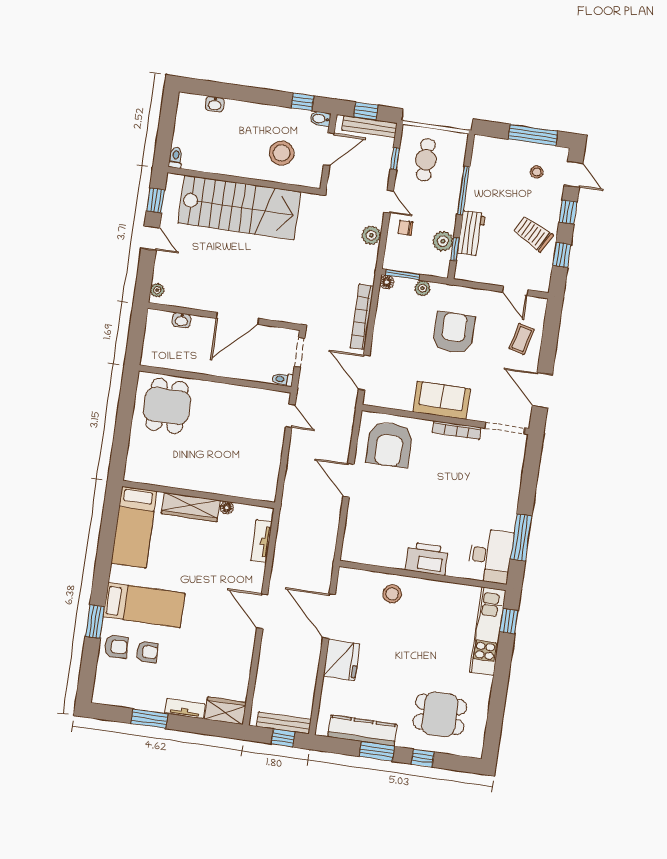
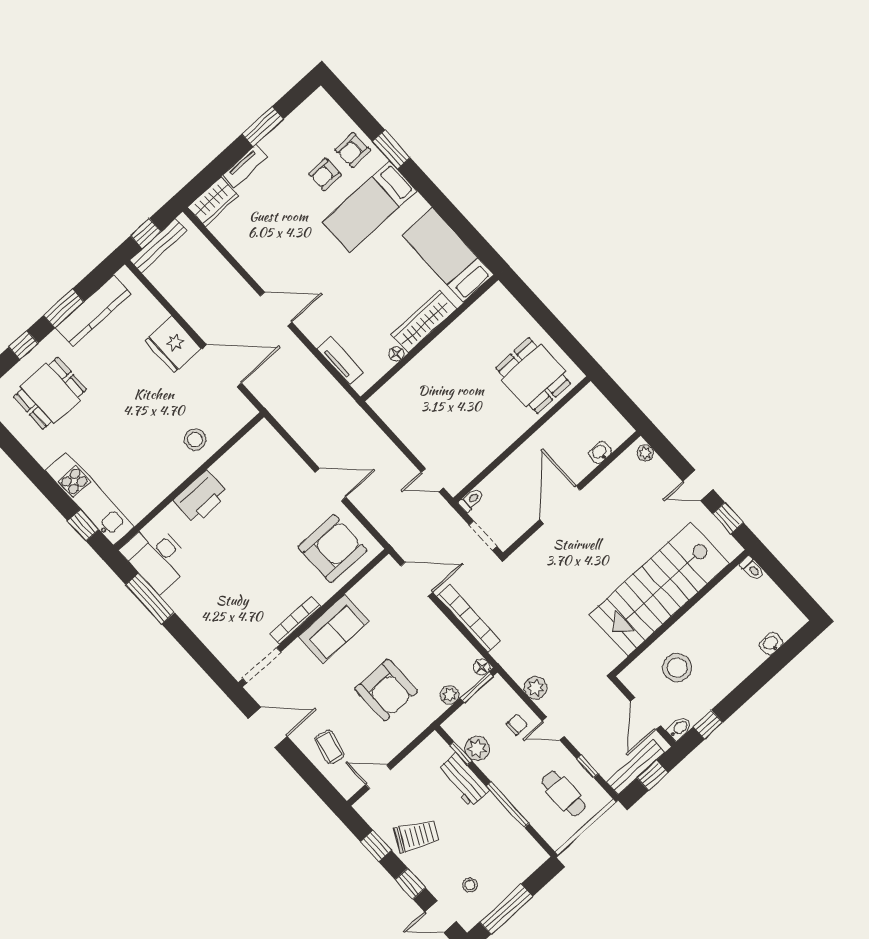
armchair: (390, 444) -> (332, 549), turned 90

